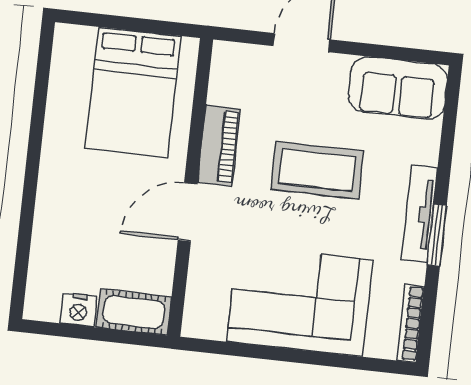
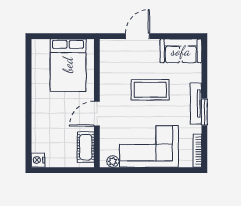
piano: (219, 146) -> (107, 84), removed
nightstand: (79, 310) -> (38, 160), moved, turned 90
cot: (134, 312) -> (86, 147), moved, turned 90
plant: (212, 326) -> (113, 161), added

